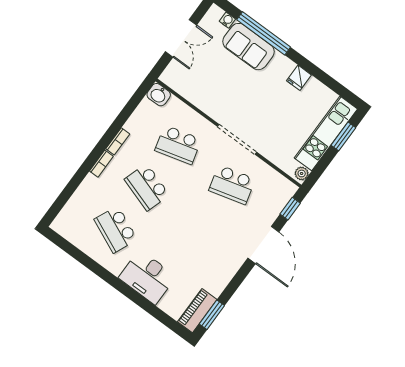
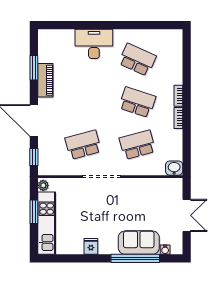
double door: (181, 38) -> (187, 215), swing flipped
window: (343, 136) -> (34, 212), moved
piano: (197, 311) -> (45, 80), moved
window: (212, 315) -> (34, 68), moved

